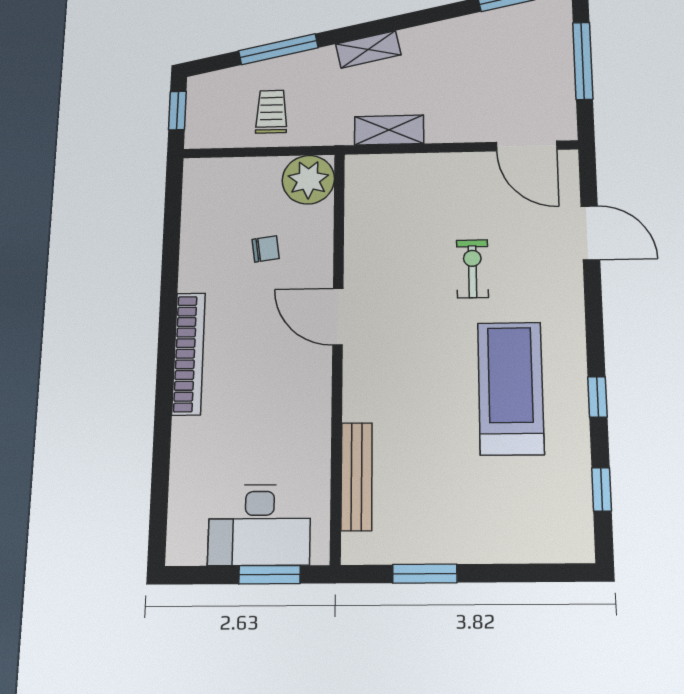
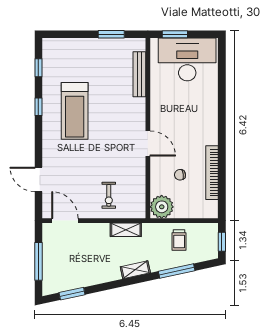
exercise bike: (472, 269) -> (109, 195), moved
bookcase: (189, 354) -> (212, 173), moved
desk: (259, 525) -> (187, 59), width x1.36, depth x1.30

